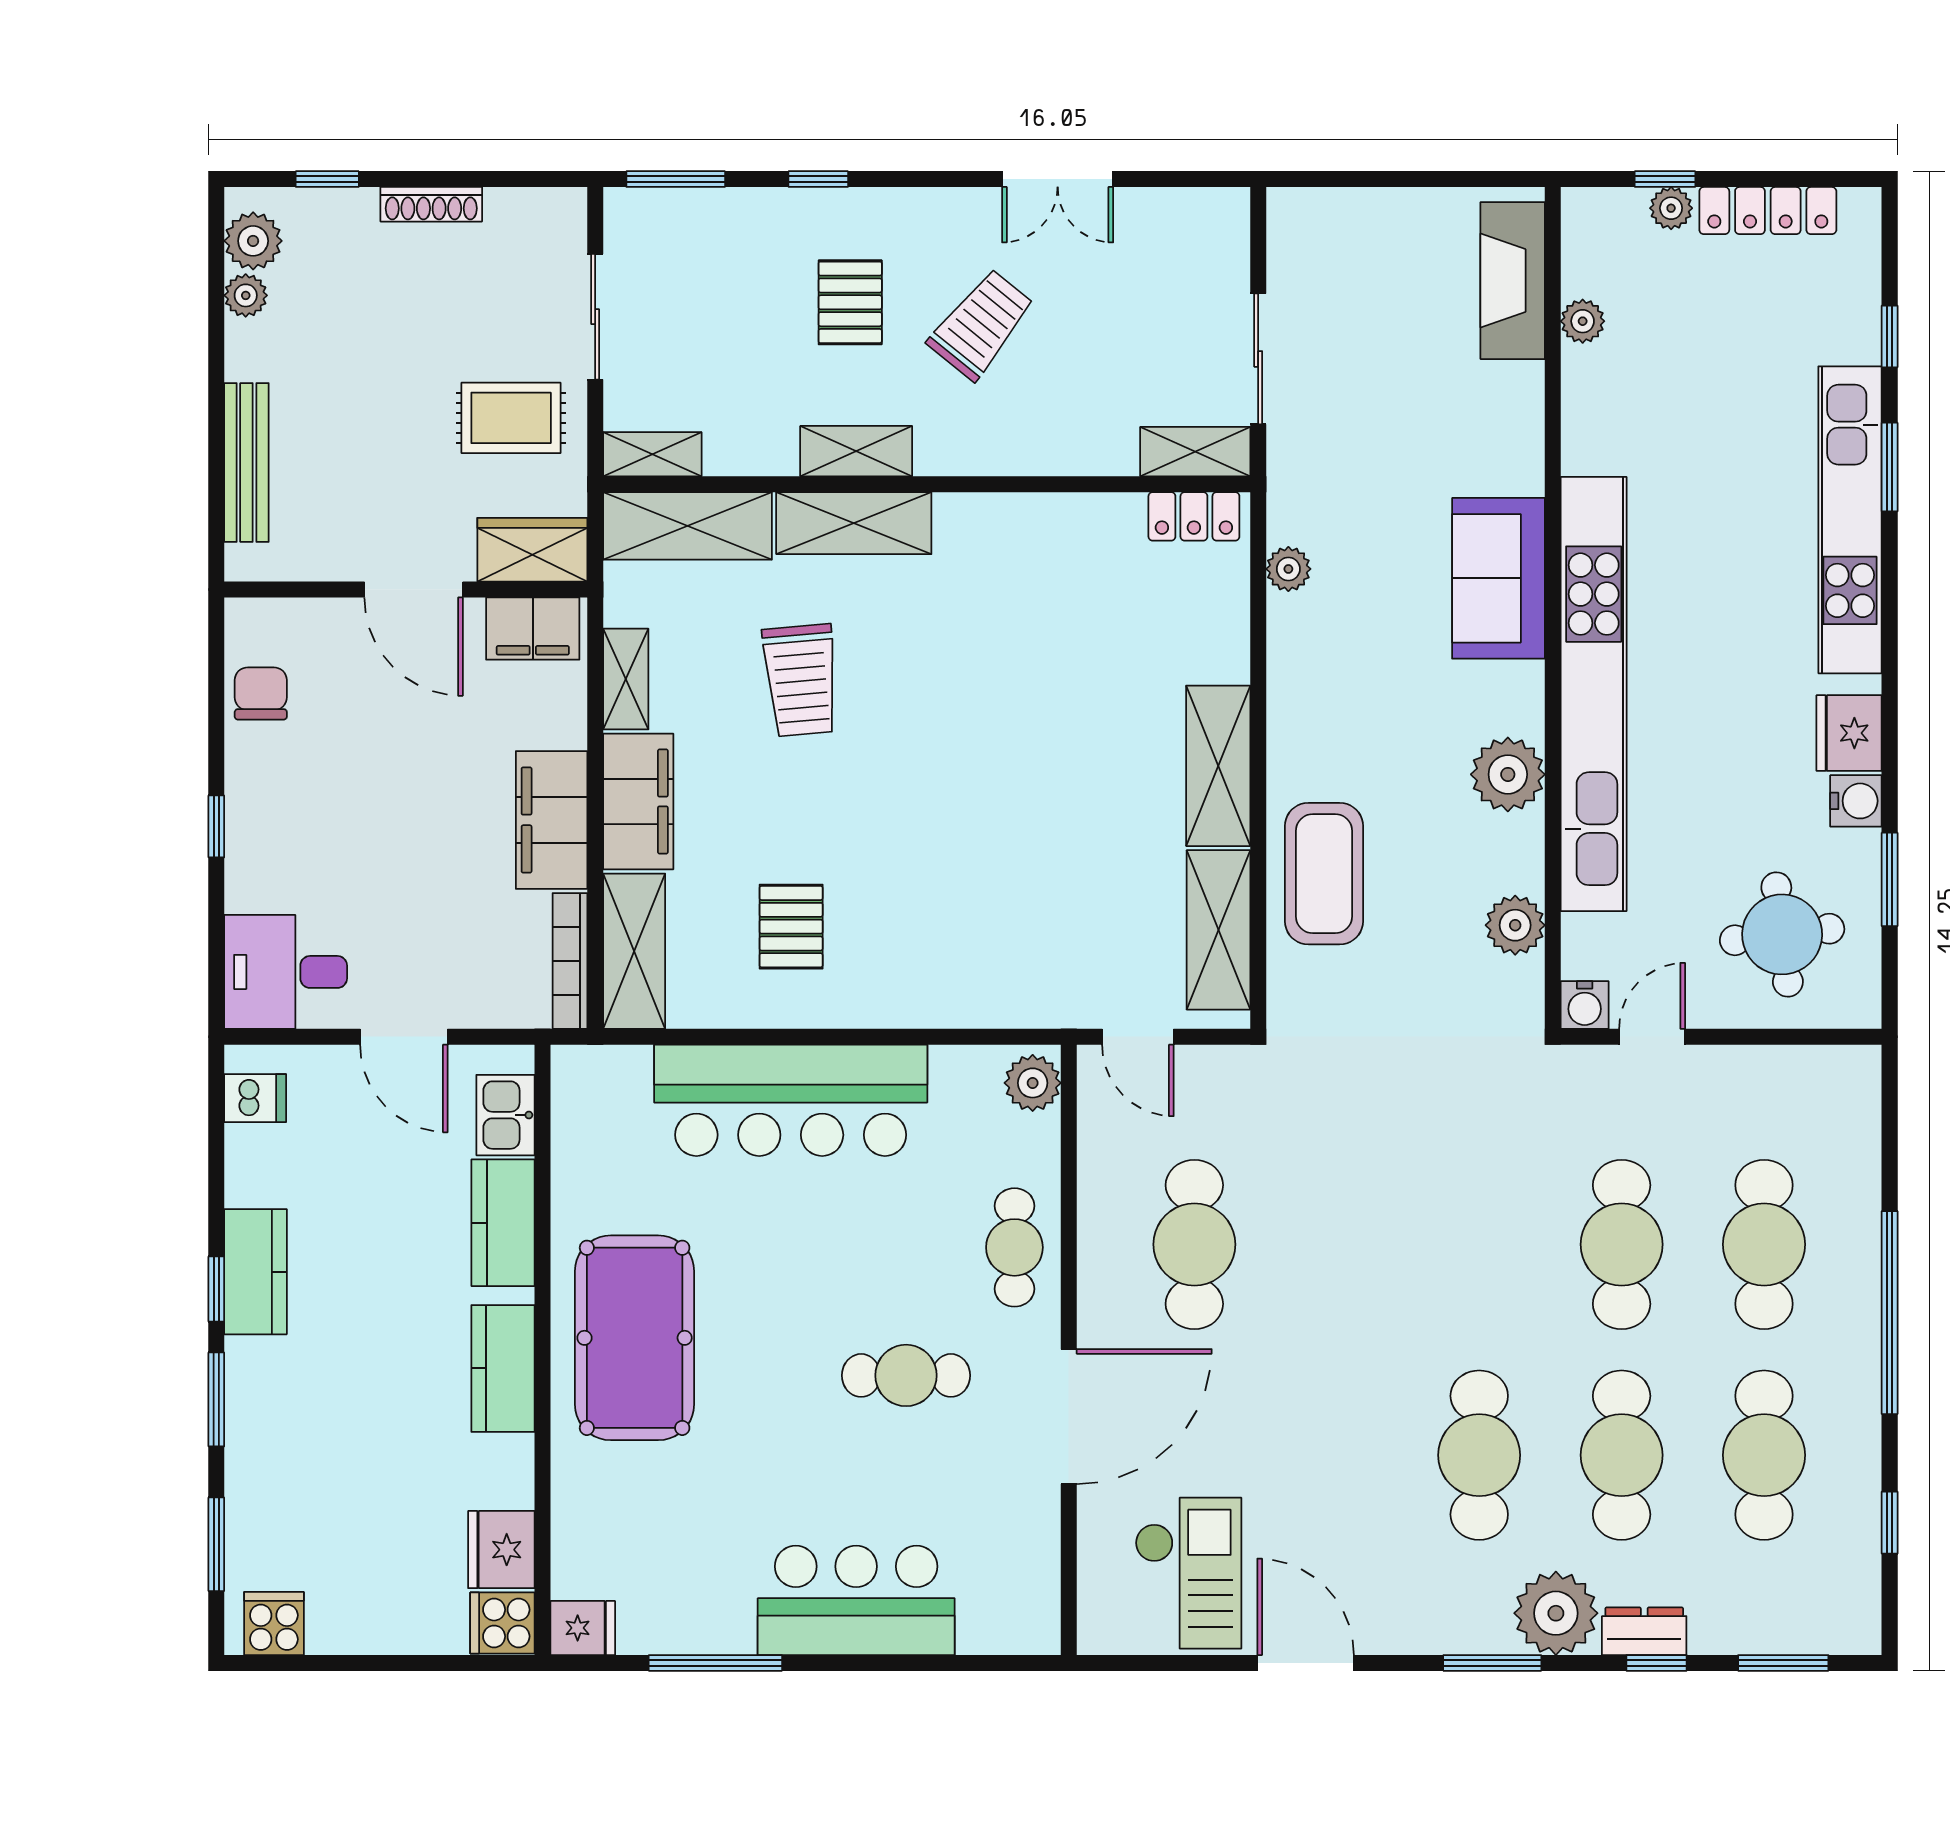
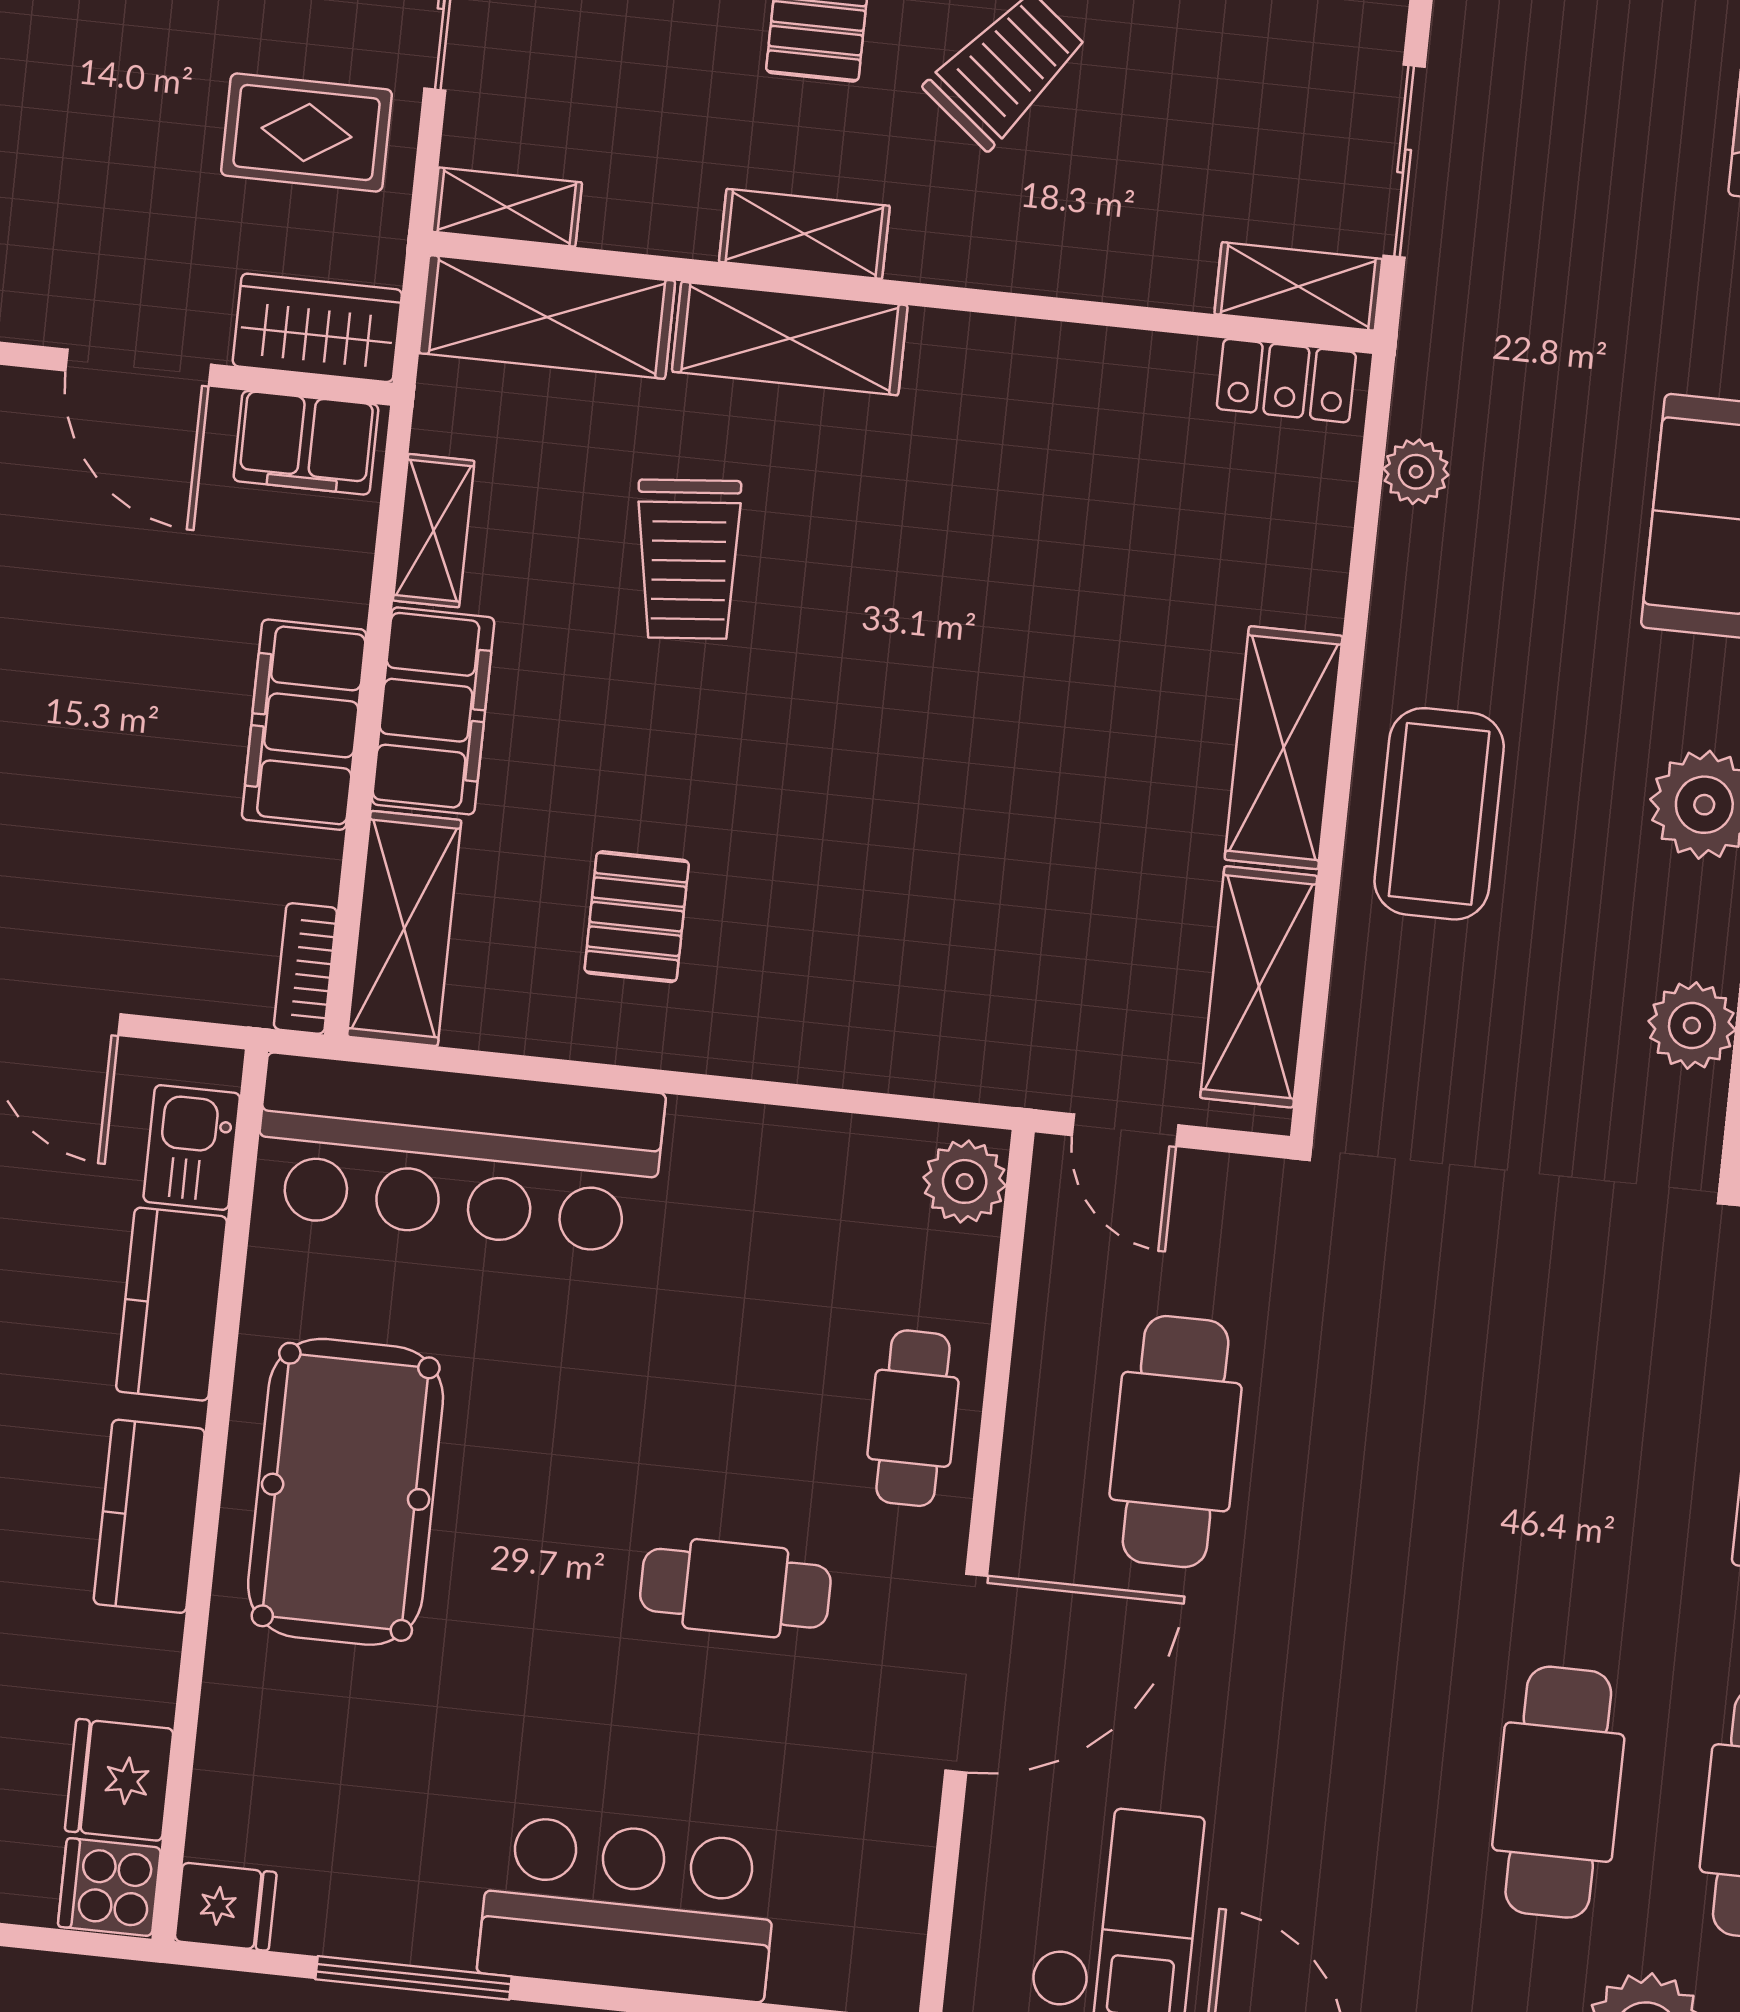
coffee table: (1324, 874) -> (1439, 814), moved
bookcase: (570, 961) -> (305, 968), width x0.64
bar counter: (791, 1100) -> (459, 1154), moved

